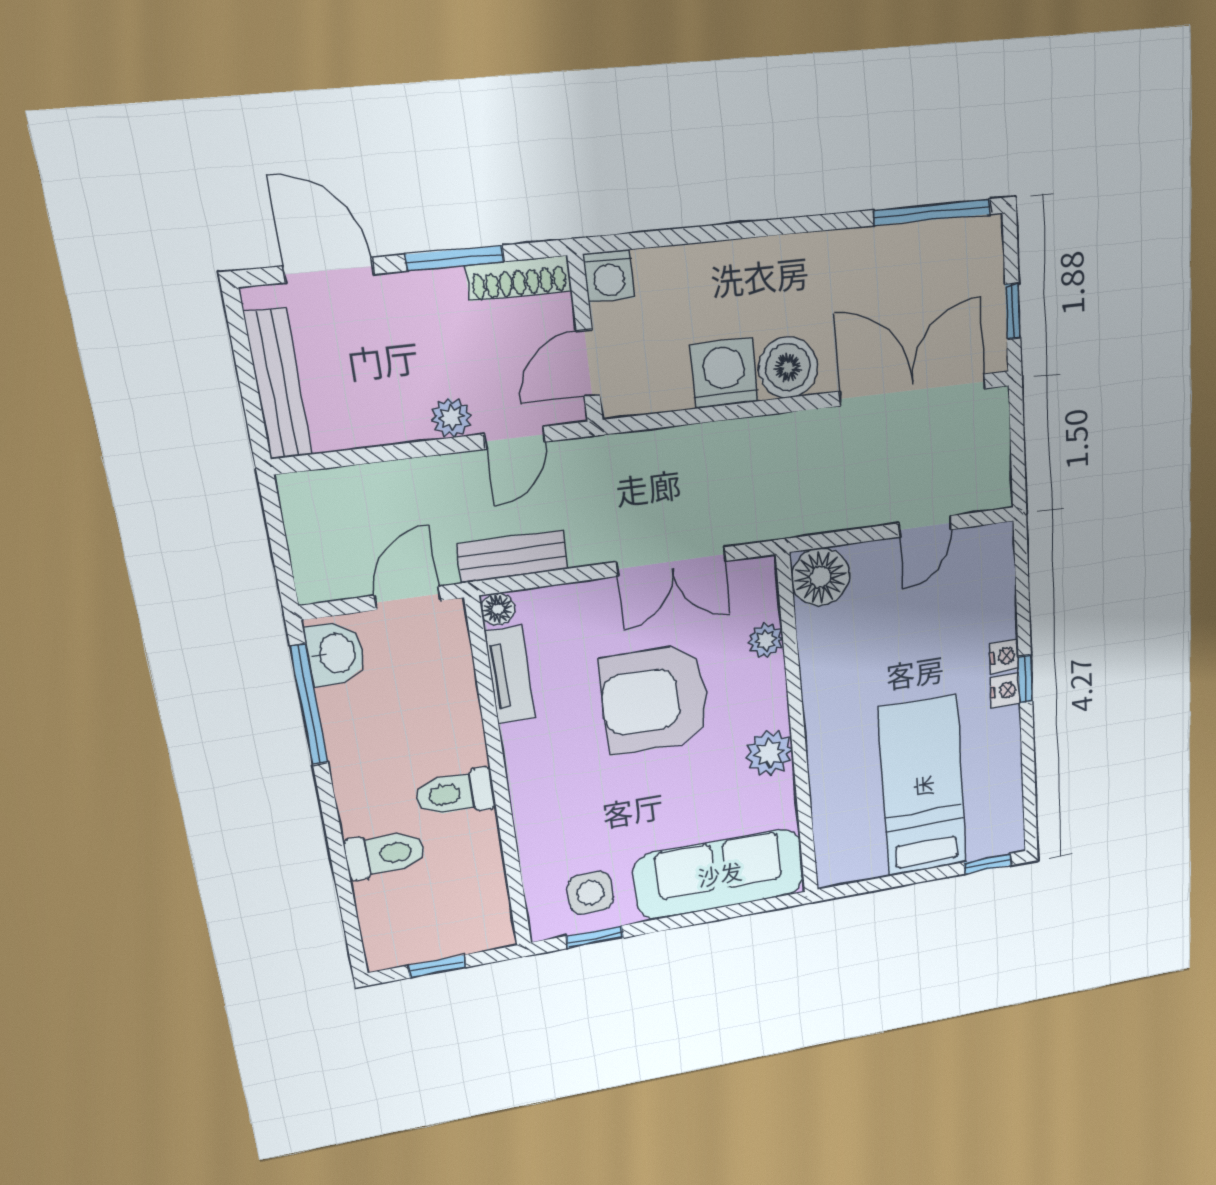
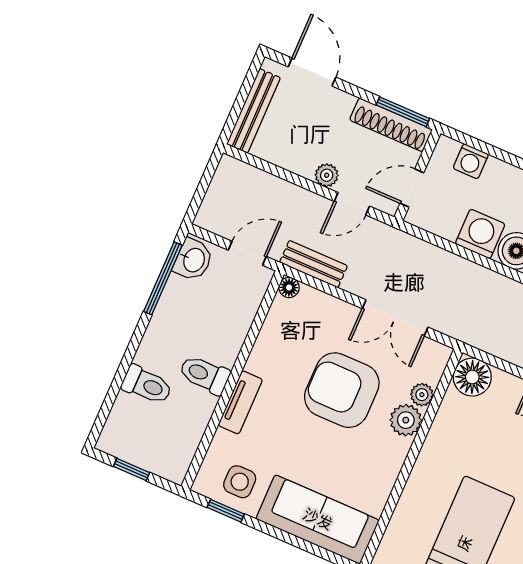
window: (455, 258) -> (403, 112), moved
washing machine: (609, 276) -> (471, 161), moved
shoe rack: (519, 278) -> (391, 125), width x1.36, depth x1.24
tv unit: (510, 675) -> (240, 402), moved
plant: (769, 753) -> (406, 420), moved

